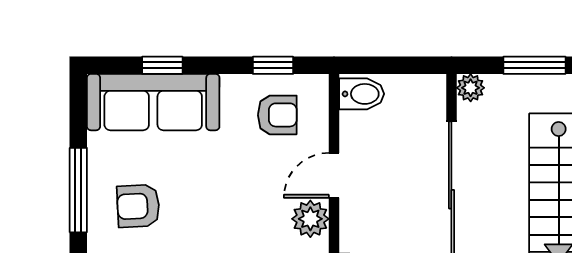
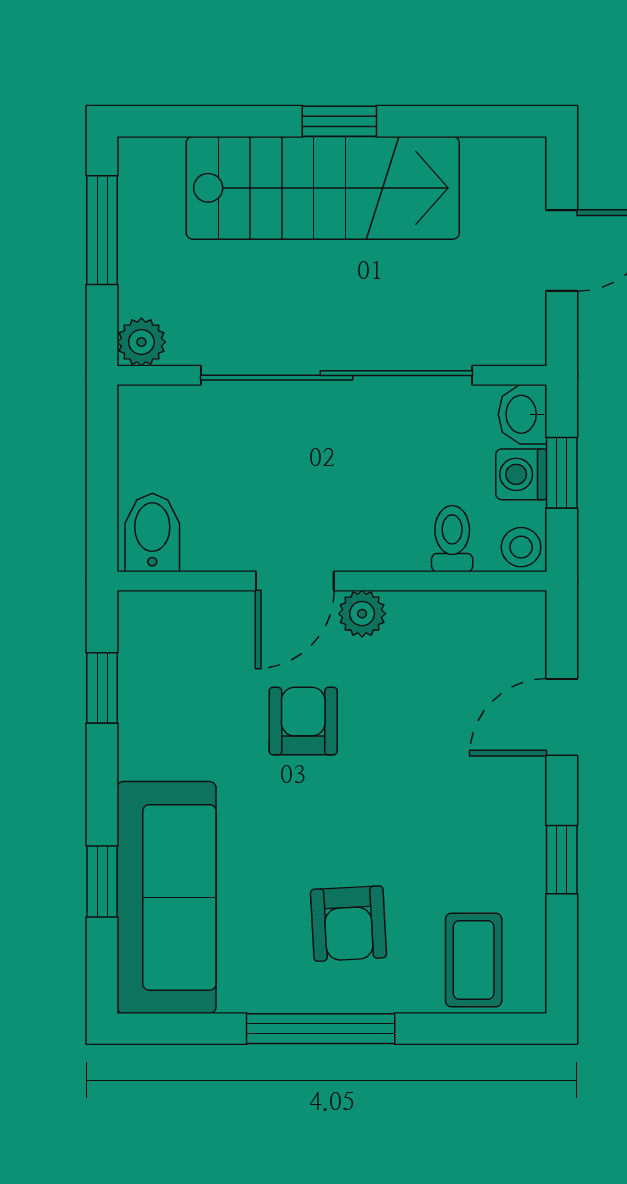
armchair: (277, 115) -> (303, 721), moved
door: (334, 175) -> (295, 581), hinge flipped
plant: (310, 219) -> (362, 614), width x0.73, depth x0.73

